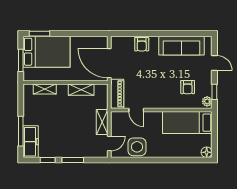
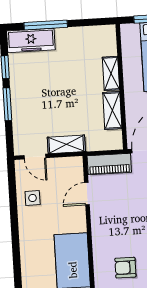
shelving: (45, 89) -> (111, 73), moved
side table: (137, 147) -> (33, 198), width x0.54, depth x0.54

